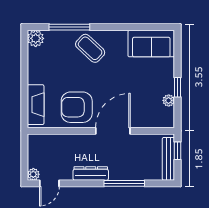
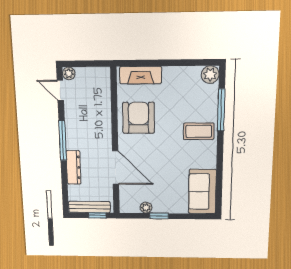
coffee table: (90, 48) -> (199, 131), turned 47
door: (113, 131) -> (116, 168), moved
dresser: (91, 174) -> (74, 167), moved
window: (124, 183) -> (63, 140), moved

